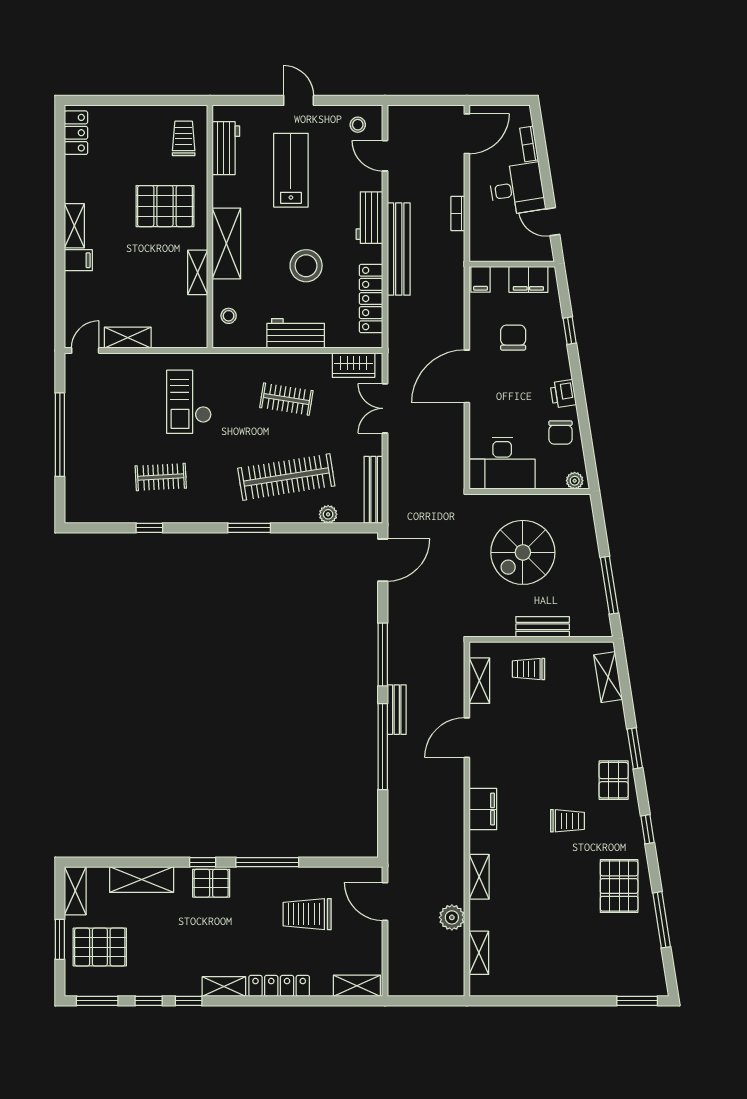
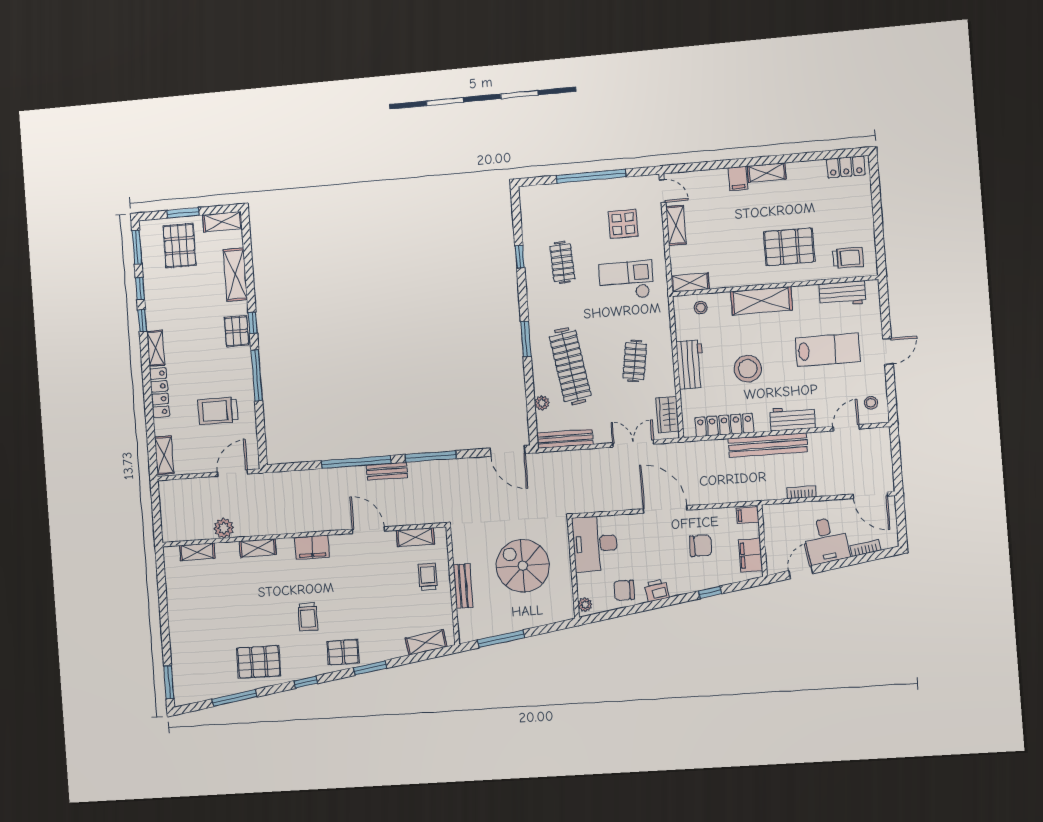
pallet: (165, 206) -> (789, 247), turned 90
shelving: (198, 272) -> (690, 283), moved
display table: (120, 400) -> (623, 224), added
trolley: (307, 914) -> (218, 411), turned -90

